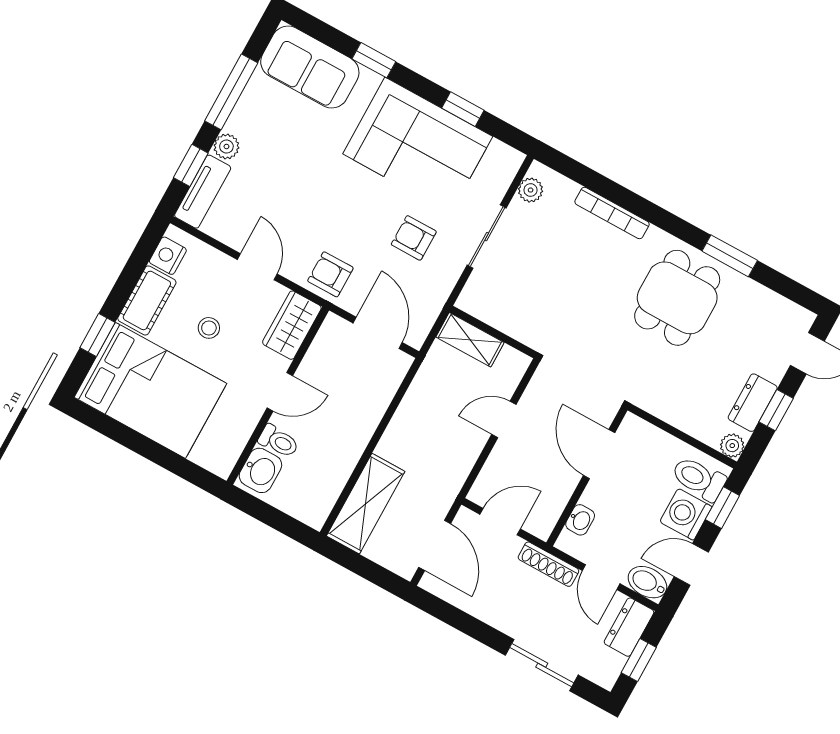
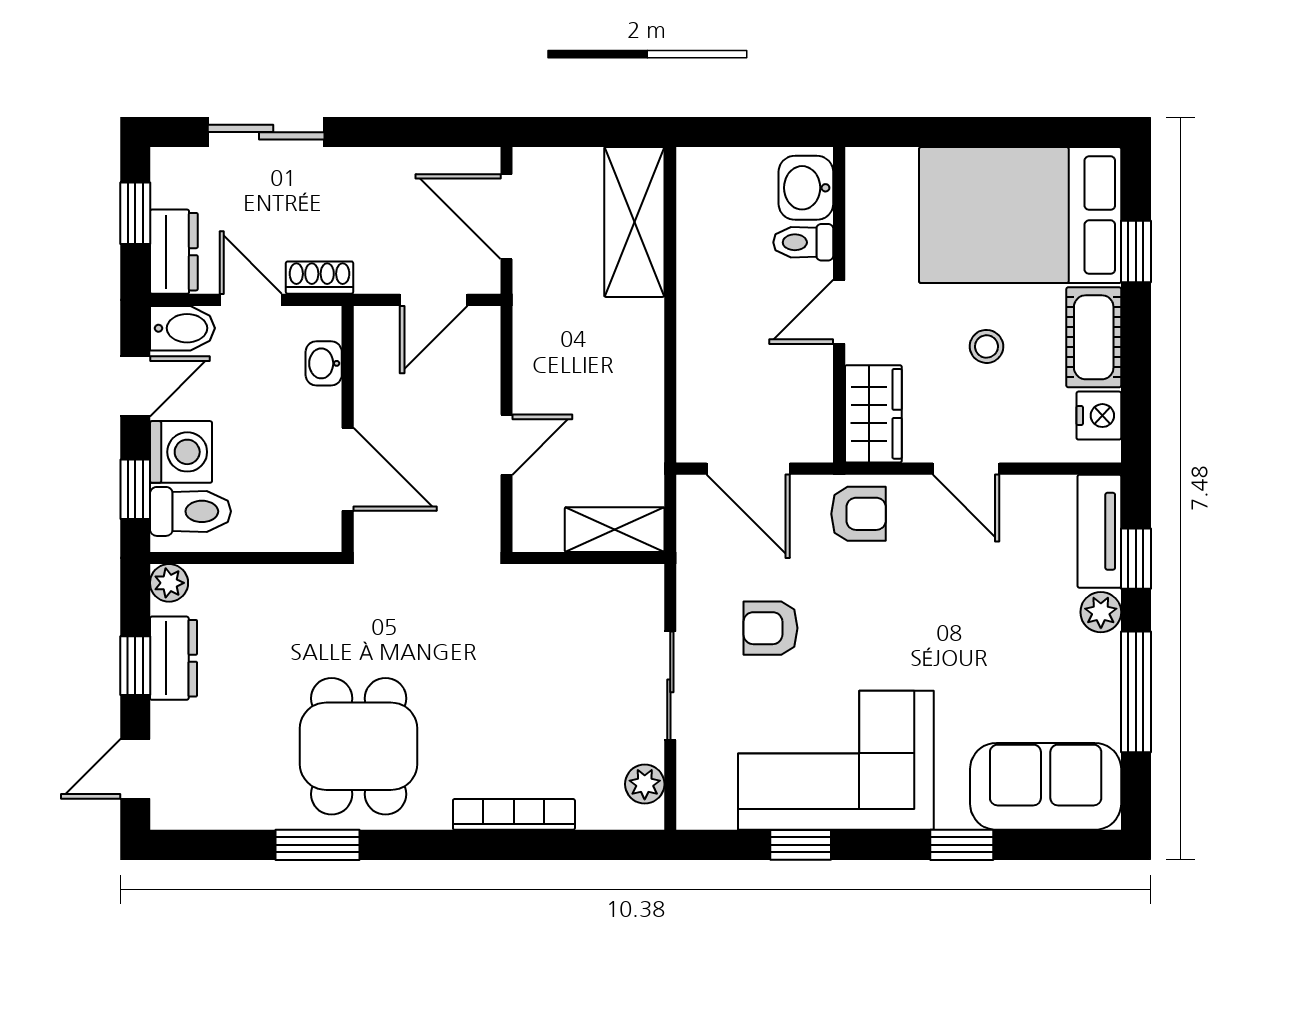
armchair: (414, 238) -> (770, 628), turned 180
shoe rack: (548, 564) -> (320, 278), width x0.70

